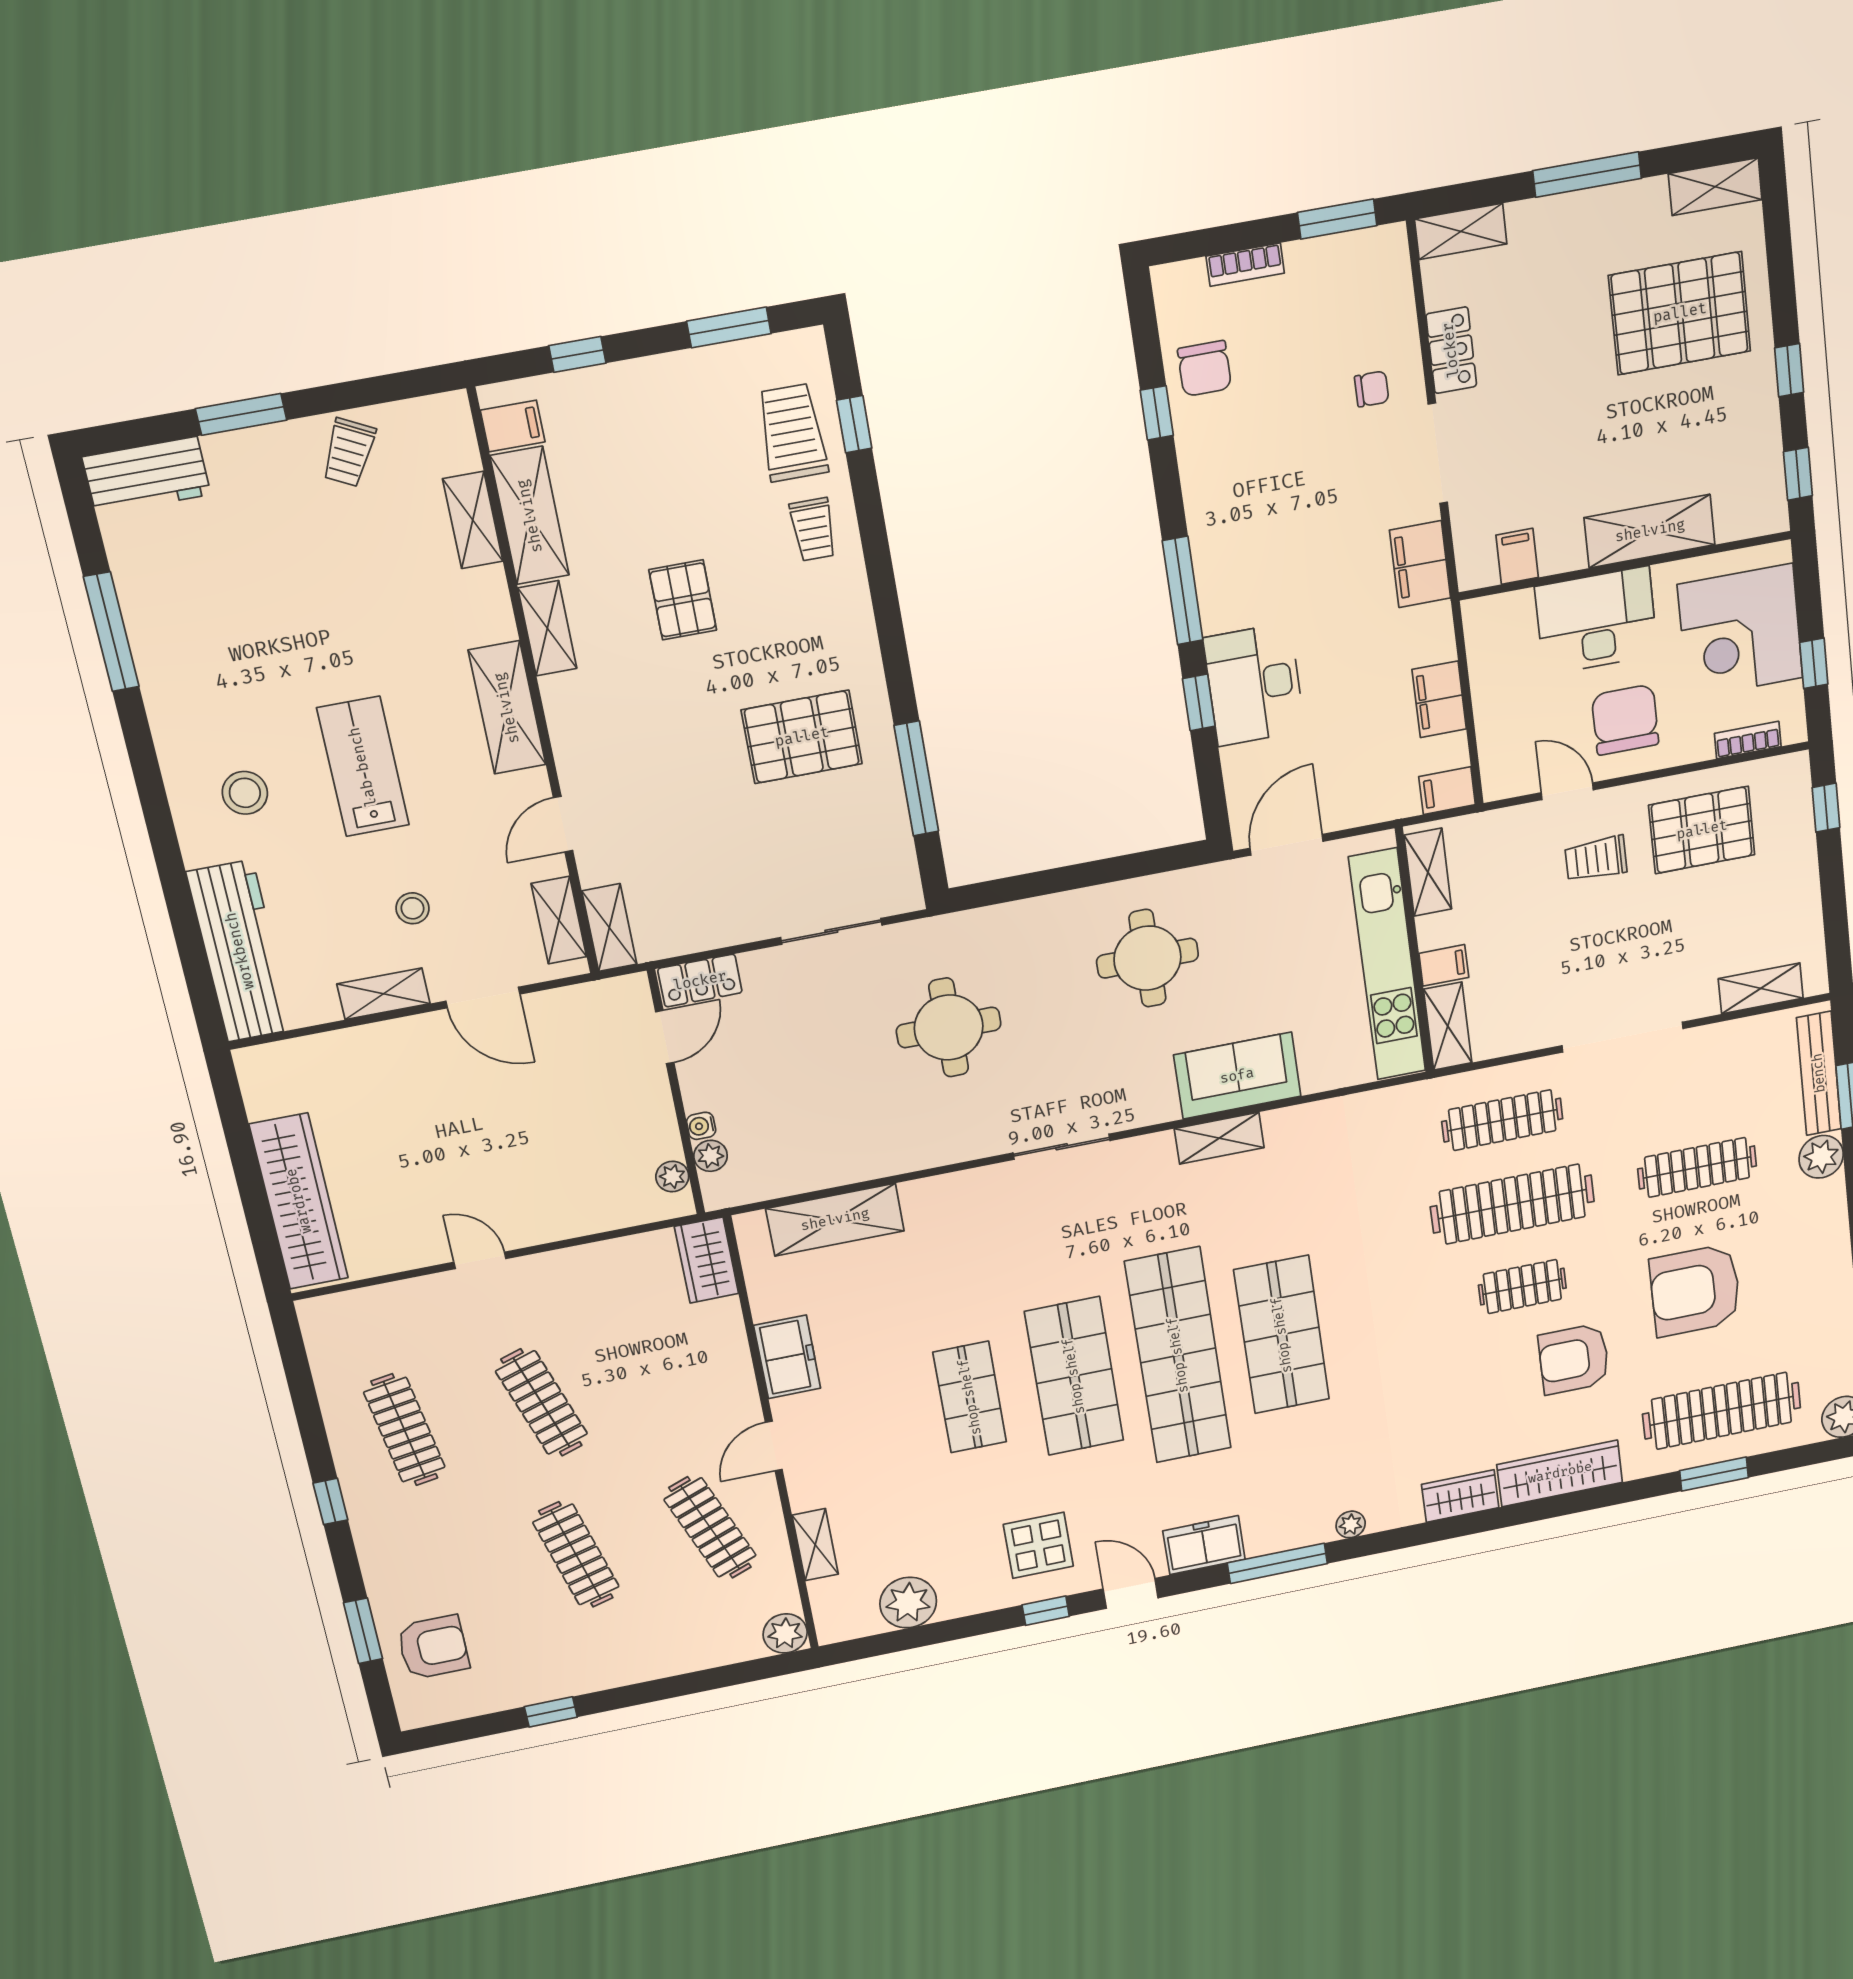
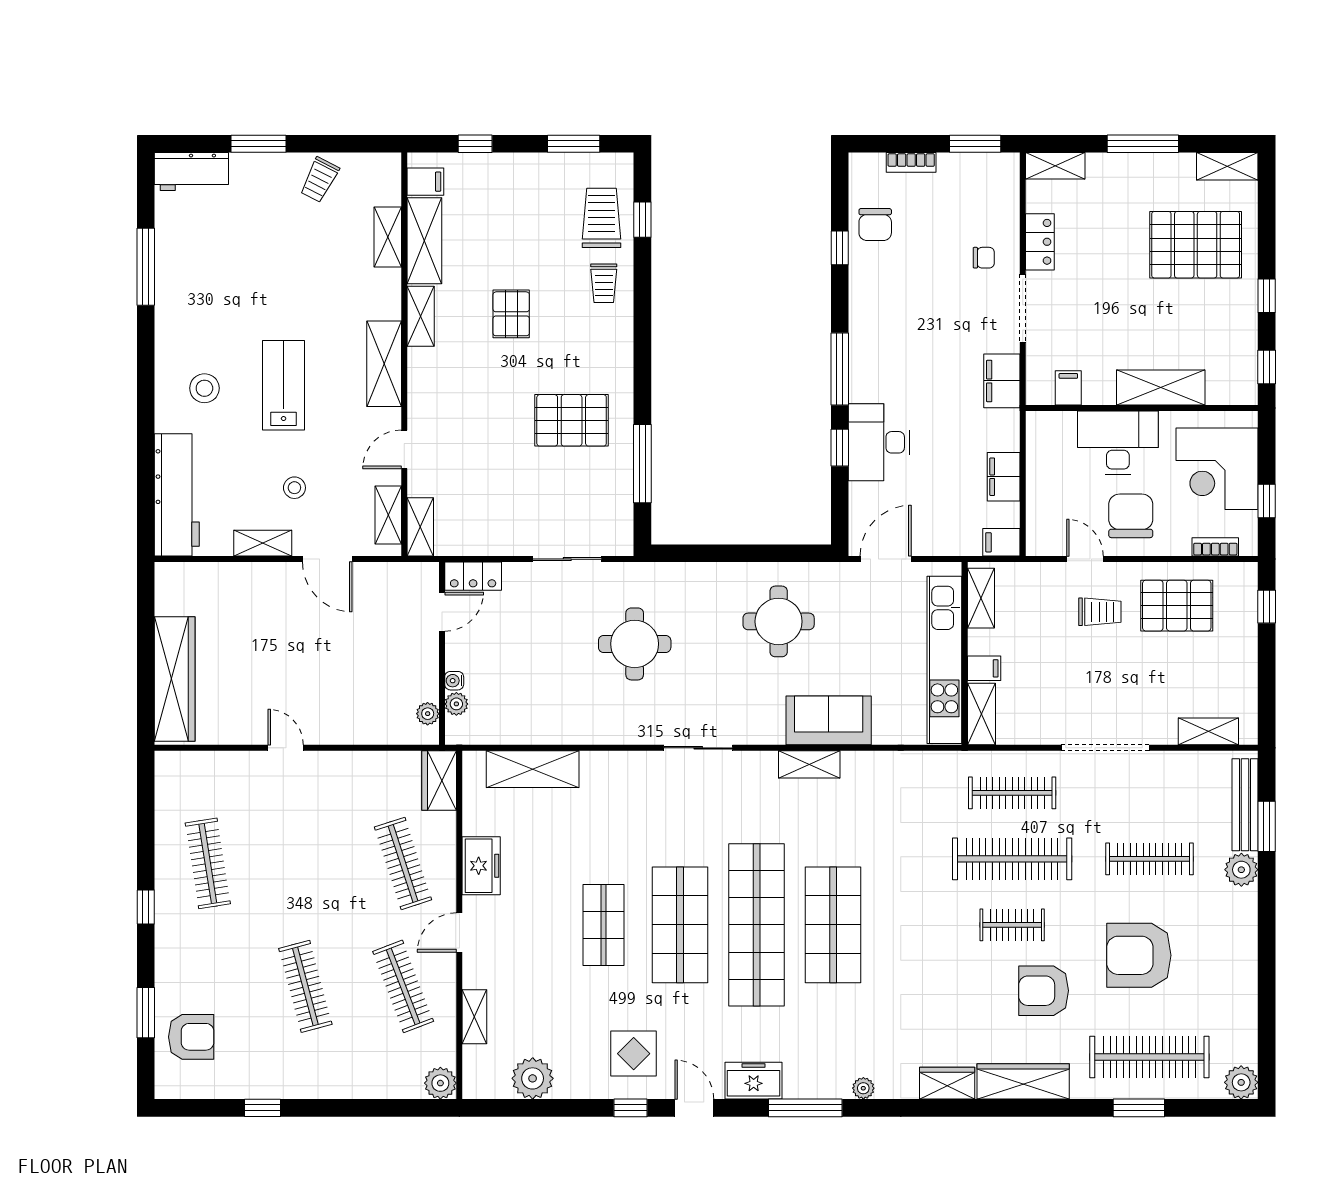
trolley: (1596, 859) -> (1100, 612), turned 180
clothes rail: (542, 1403) -> (403, 863), moved

